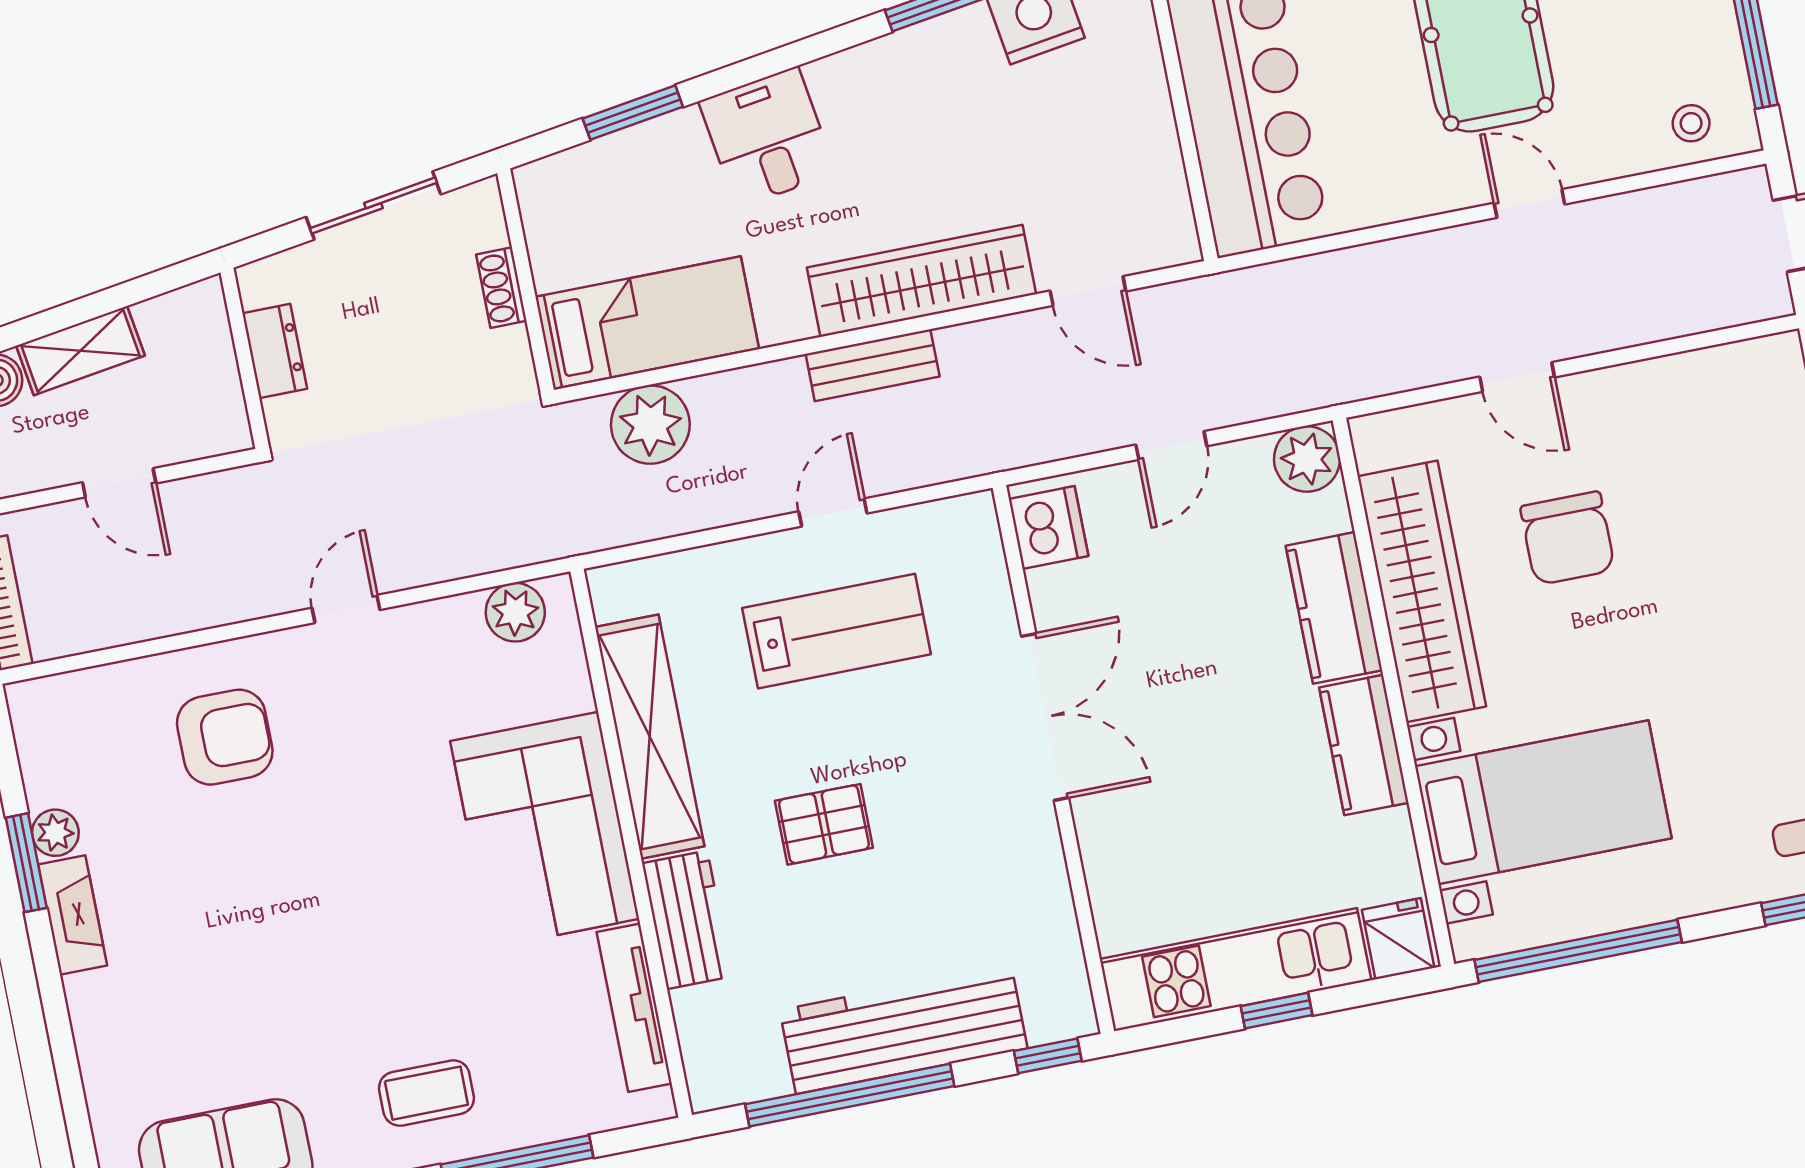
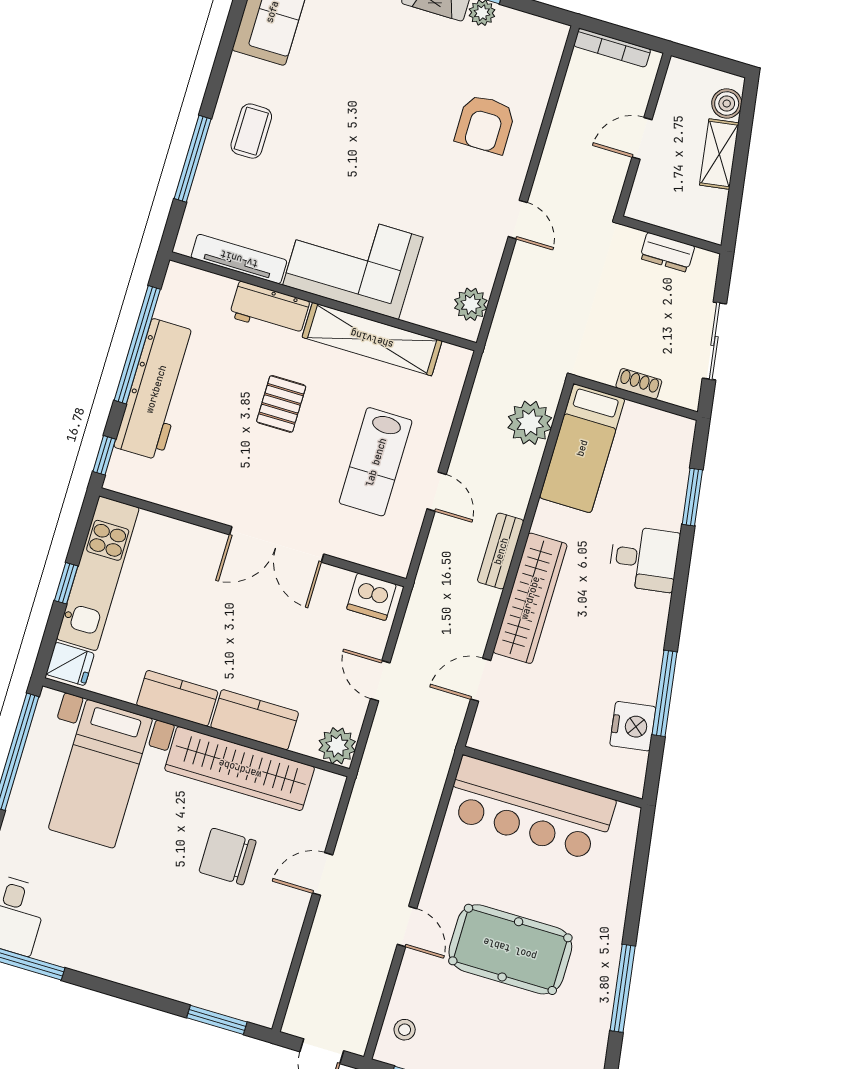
door: (1529, 204) -> (407, 926), hinge flipped

